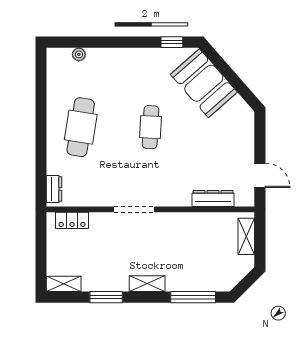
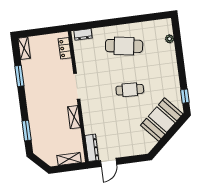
dresser: (213, 198) -> (92, 148), moved
shelving: (147, 284) -> (74, 117), moved
window: (193, 297) -> (27, 131), width x0.69

